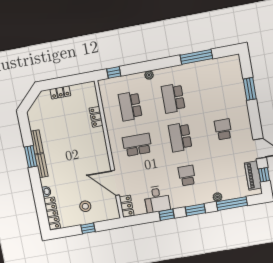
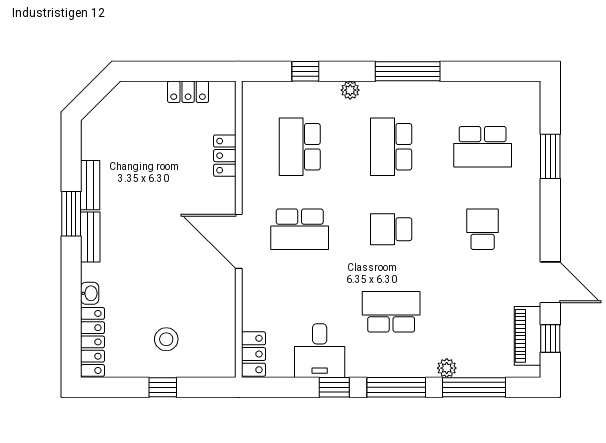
window: (196, 57) -> (408, 71), moved
window: (114, 72) -> (305, 71), moved
school desk: (217, 90) -> (483, 147), added
locker: (60, 92) -> (188, 92), moved
school desk: (180, 137) -> (391, 229), width x0.54
school desk: (137, 145) -> (300, 229), turned 180
school desk: (187, 176) -> (391, 312), width x1.85
door: (115, 183) -> (239, 241), moved
window: (195, 210) -> (396, 387), width x1.44

